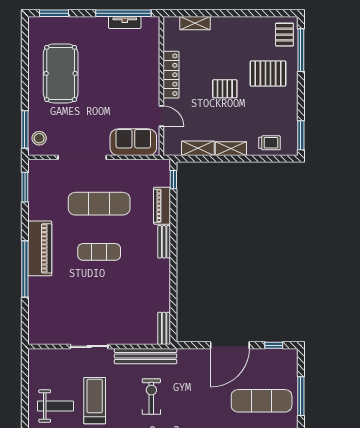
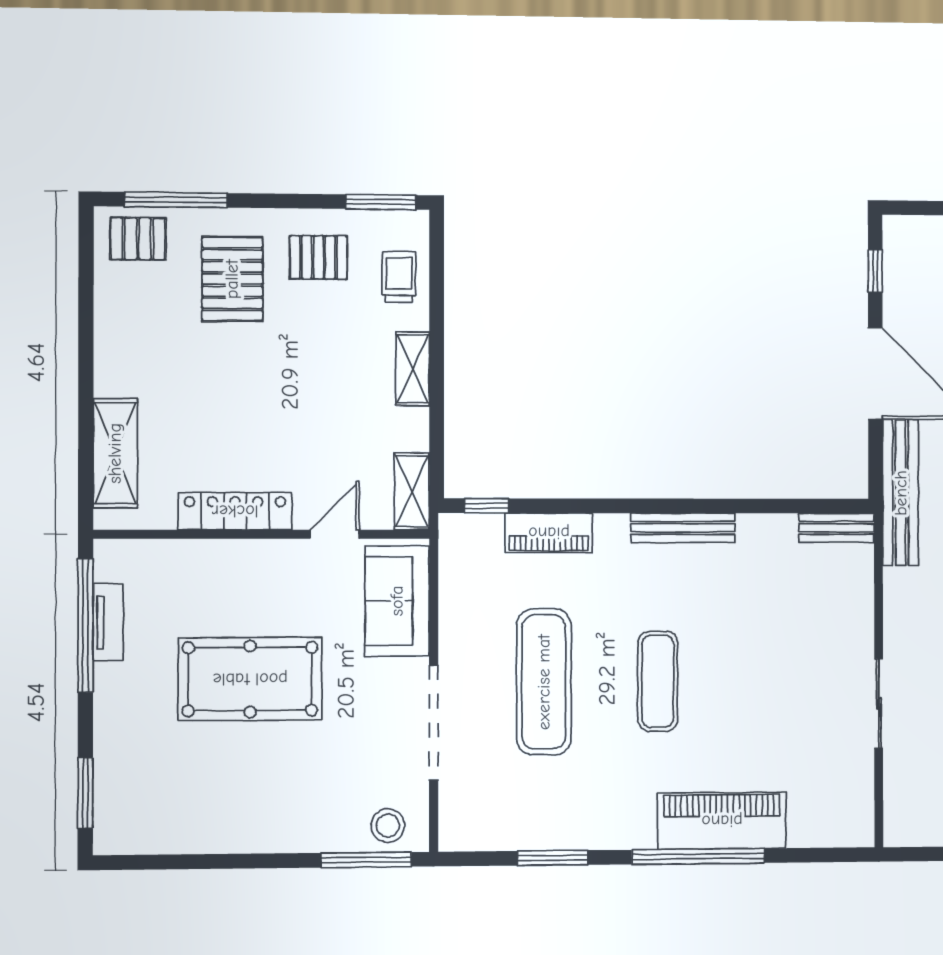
shelving: (195, 23) -> (115, 453), width x1.50, depth x1.33
pool table: (61, 73) -> (250, 679), moved
pallet: (225, 89) -> (318, 257), moved, turned 90
shelving: (198, 148) -> (412, 491), moved
window: (25, 187) -> (553, 858), moved
bench: (164, 242) -> (683, 528), moved, width x1.36
piano: (40, 248) -> (722, 821), moved
bench: (146, 356) -> (901, 493), moved

